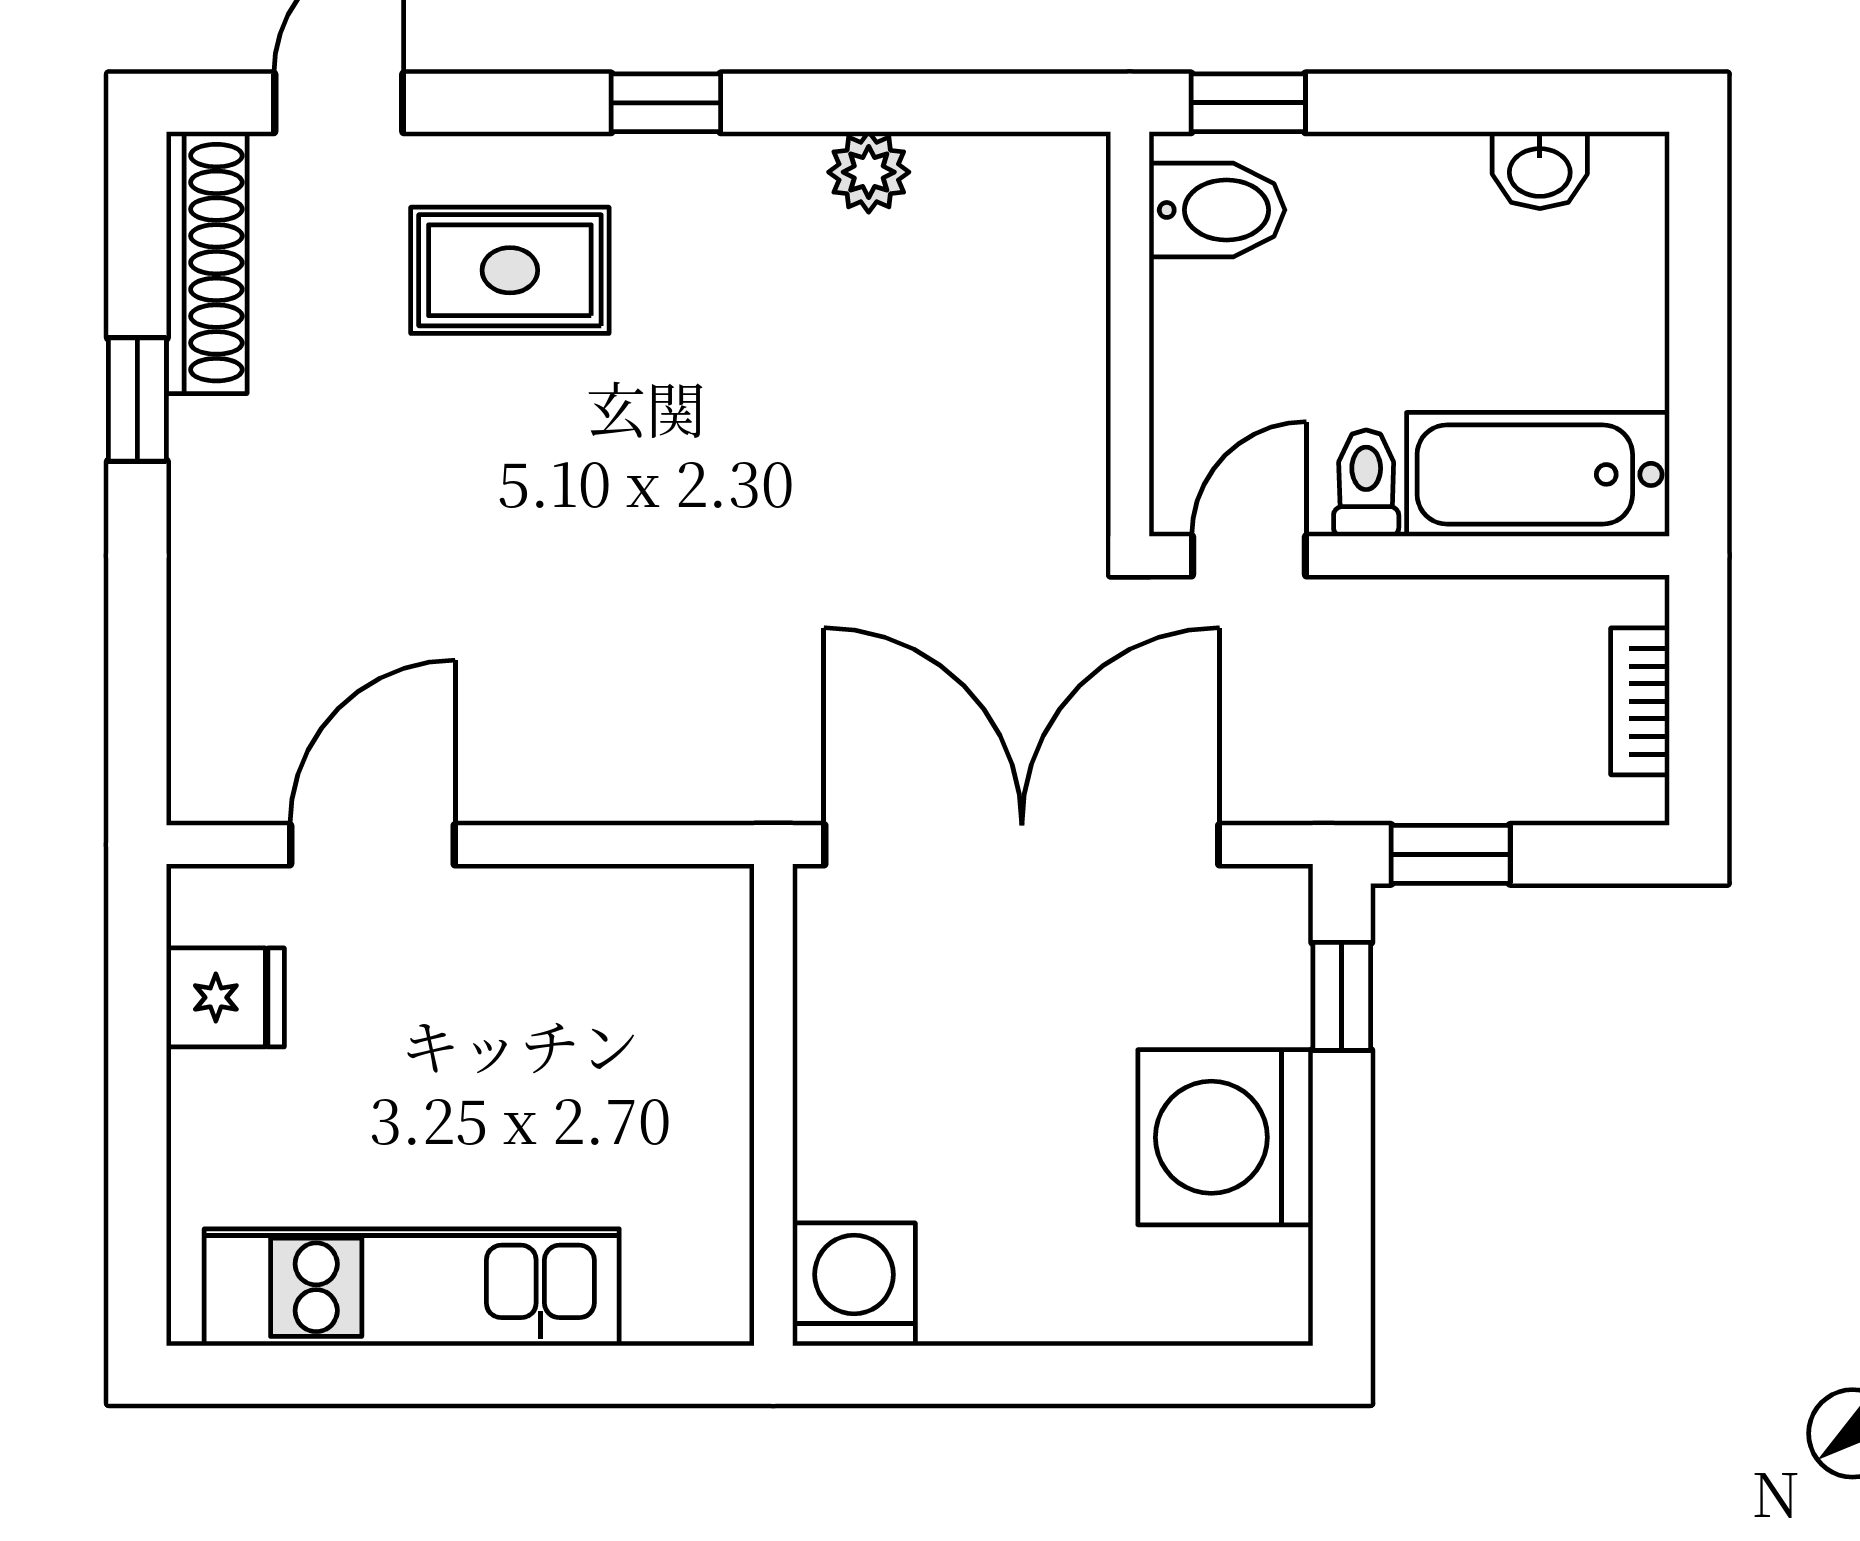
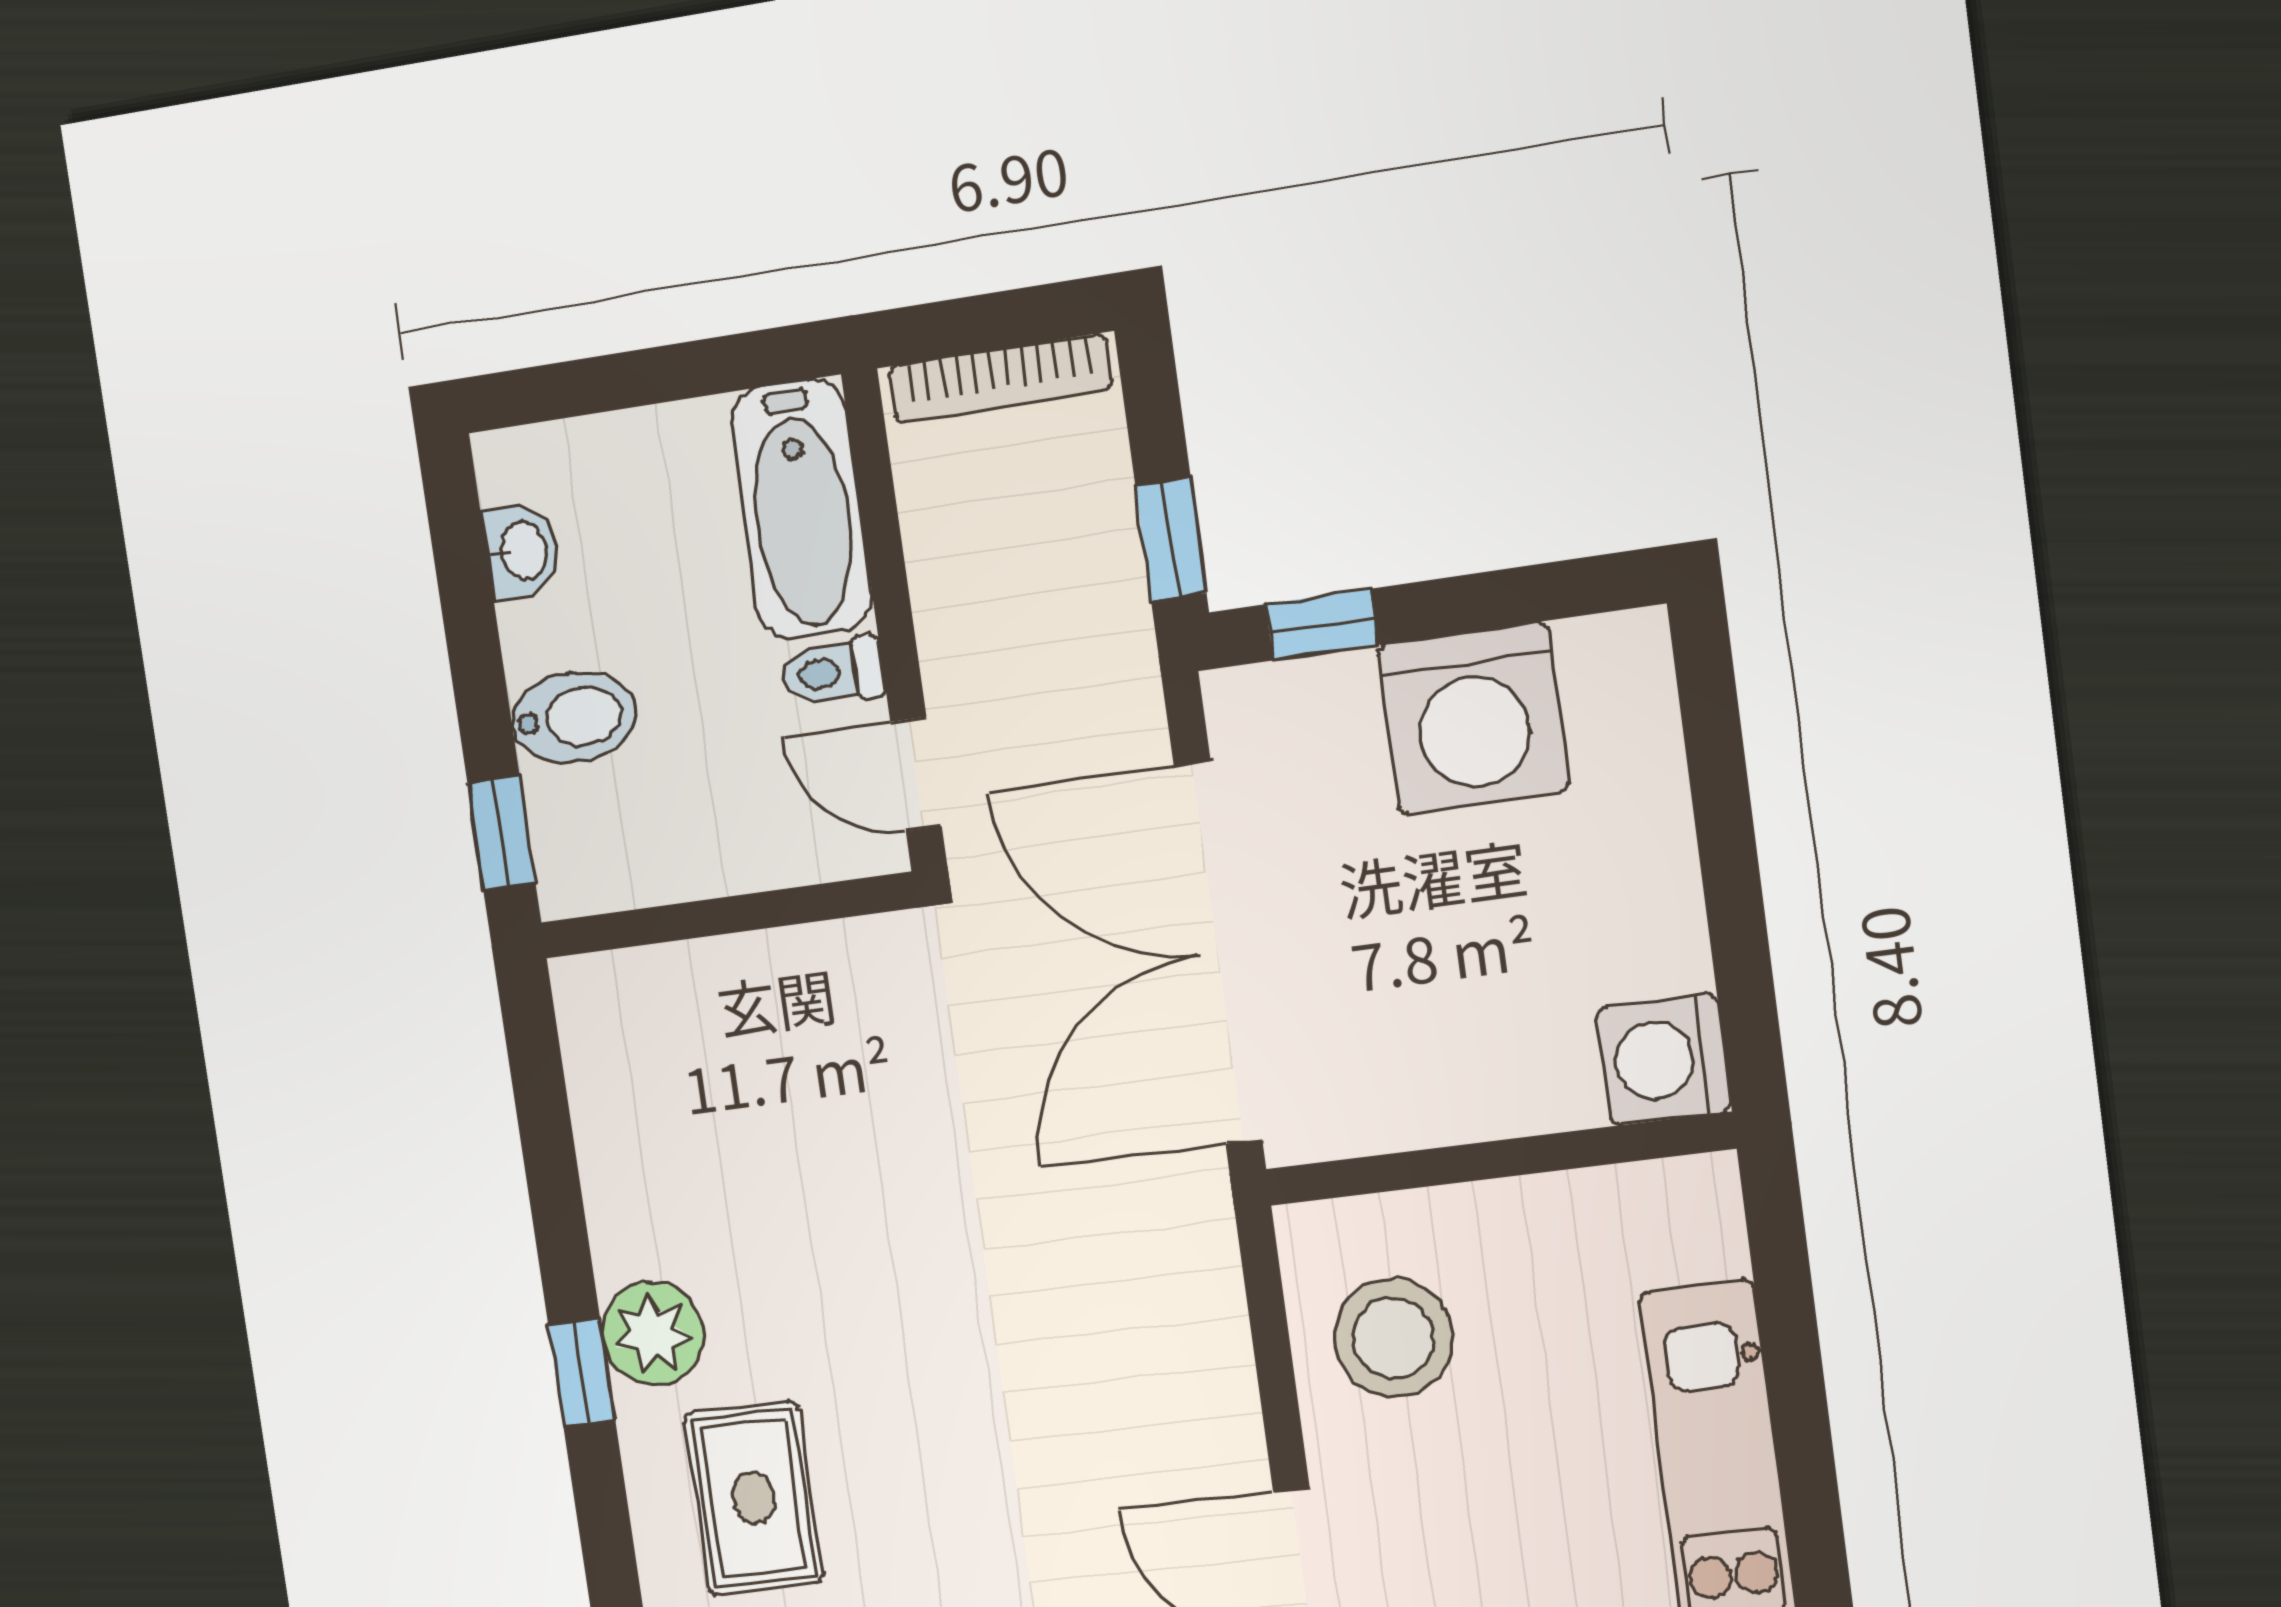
plant: (869, 172) -> (653, 1333), moved, width x1.38, depth x1.38
bidet: (1217, 210) -> (574, 717), moved, turned 90
bookcase: (1640, 701) -> (1000, 378), width x1.56
stool: (602, 972) -> (1394, 1338), added

